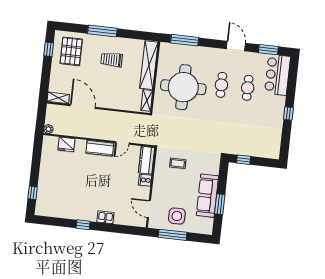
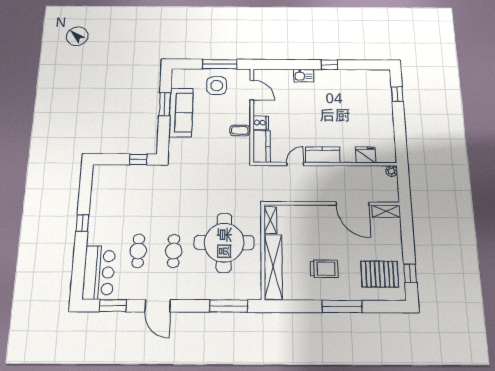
pallet: (71, 51) -> (380, 274), turned 90
coffee table: (178, 163) -> (240, 131), moved

